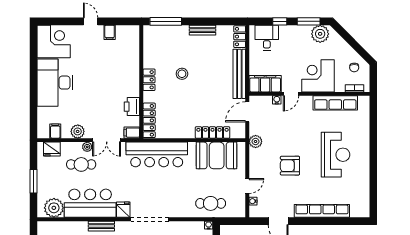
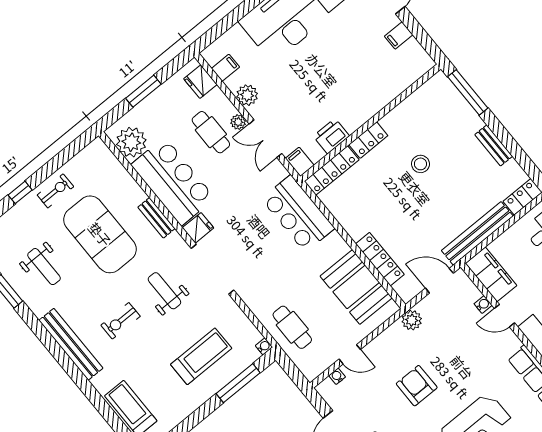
locker: (149, 80) -> (368, 140), moved
bar counter: (157, 154) -> (298, 213), width x0.73

